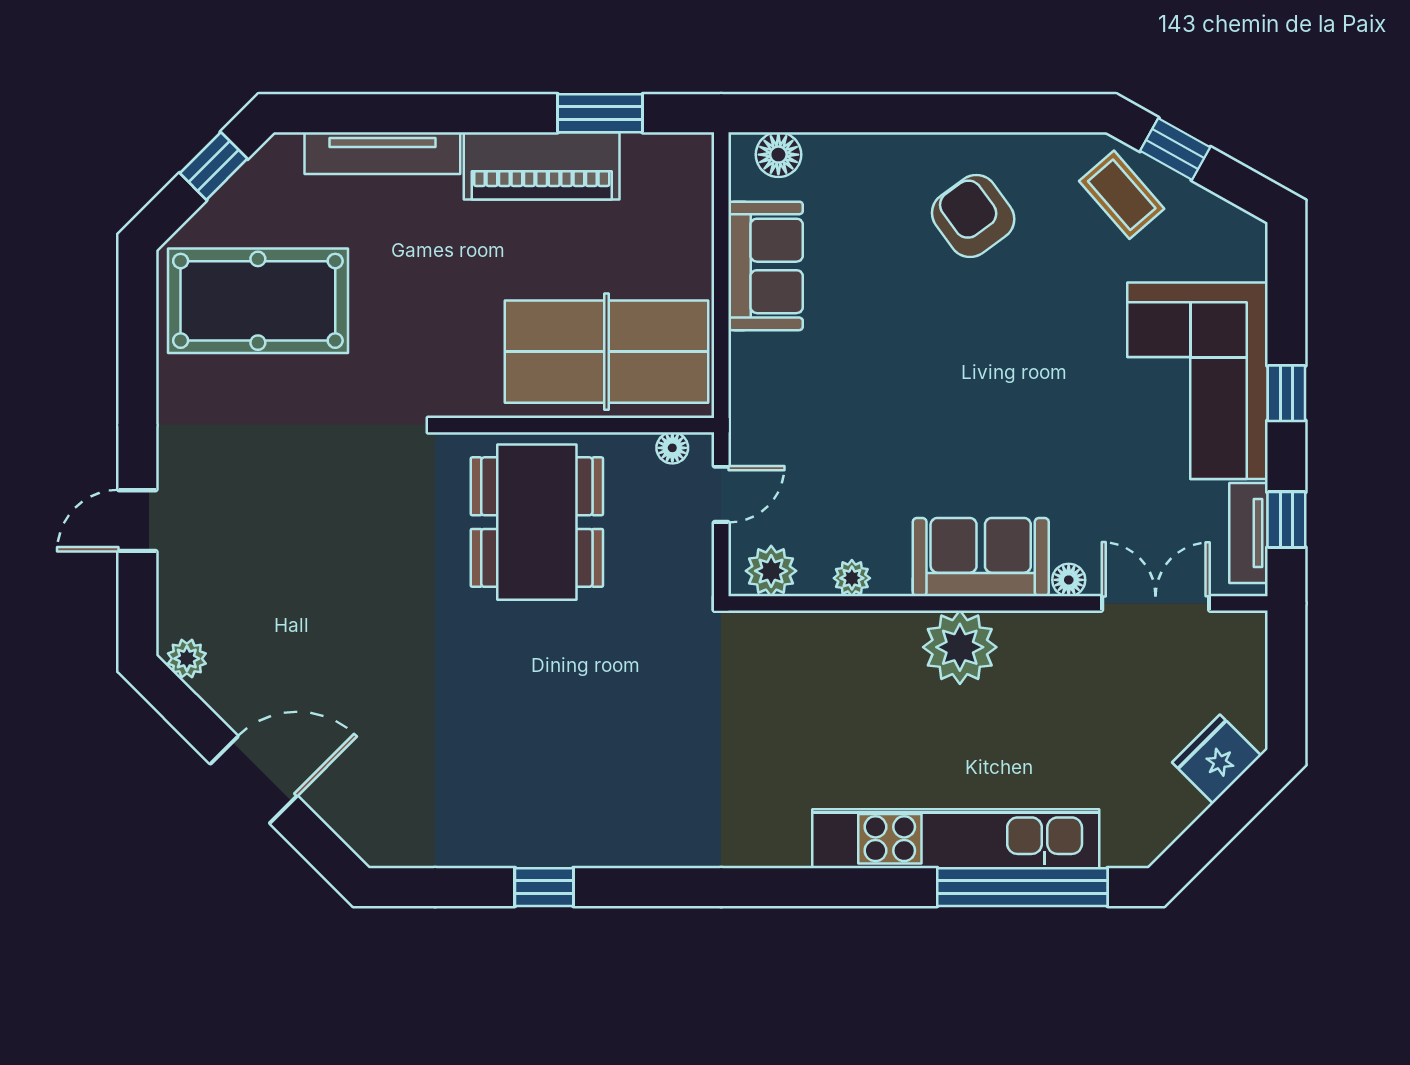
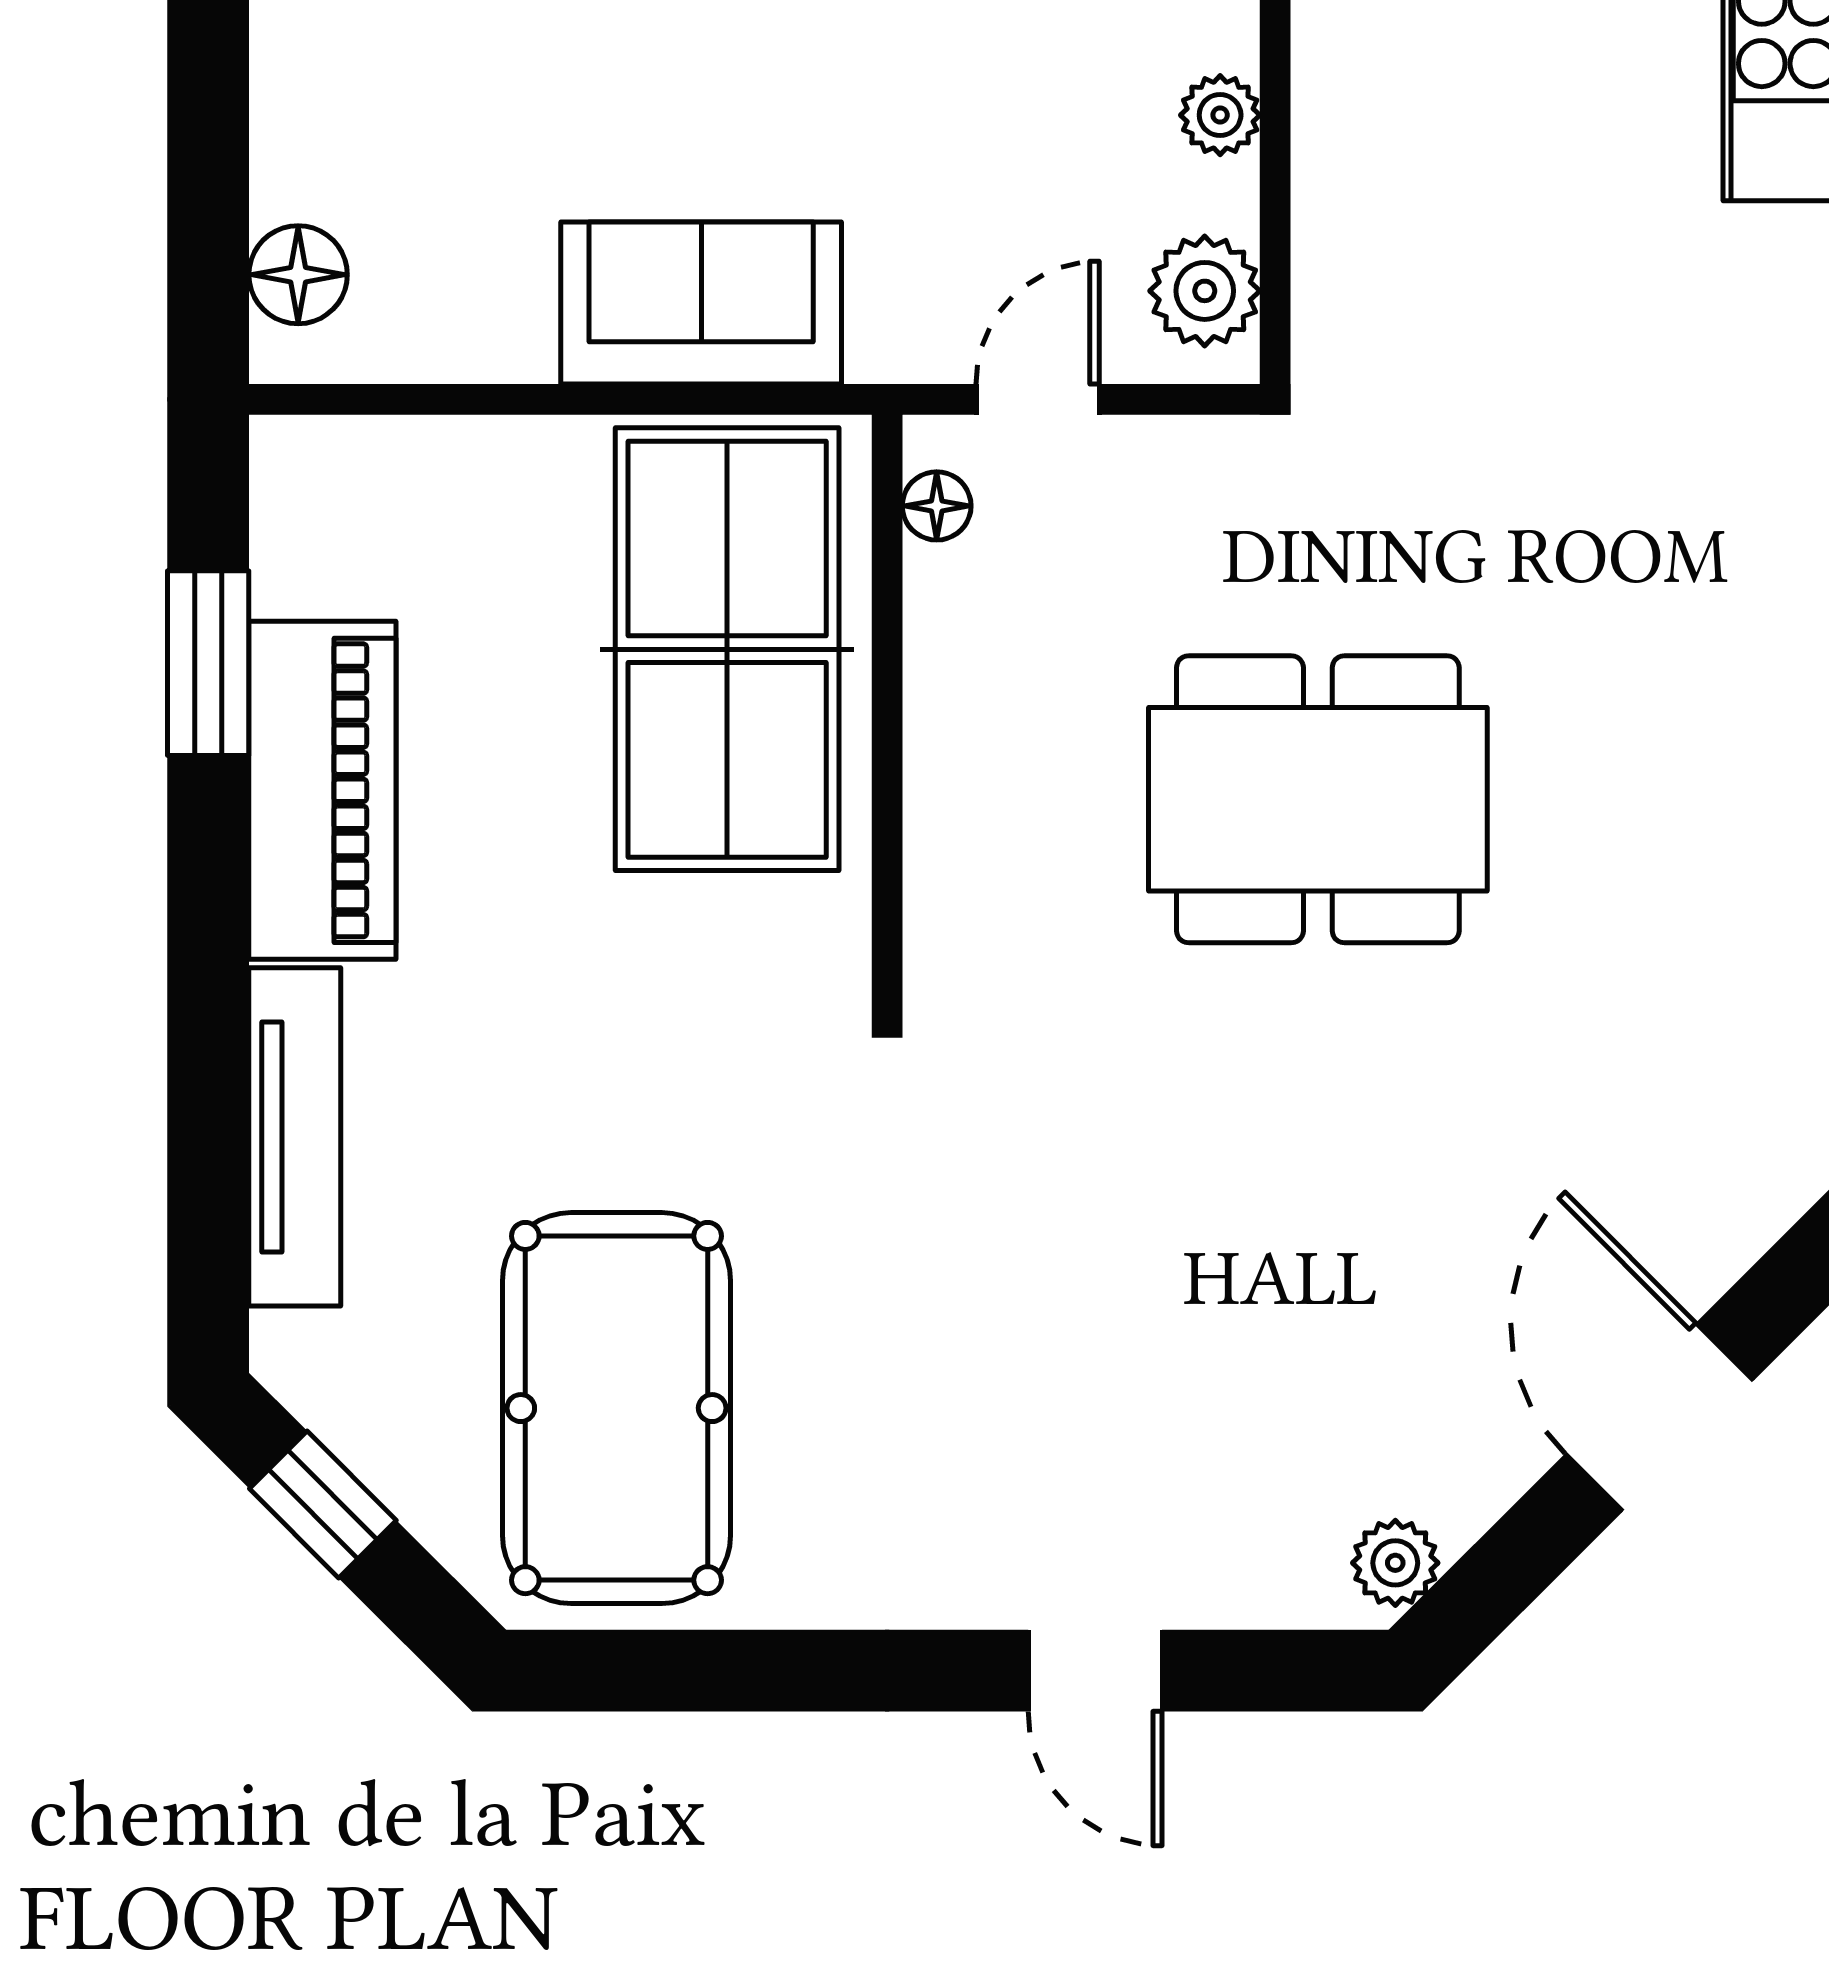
sofa: (765, 266) -> (701, 303), moved
door: (721, 494) -> (1038, 399), hinge flipped
dining table: (537, 522) -> (1318, 799), moved

